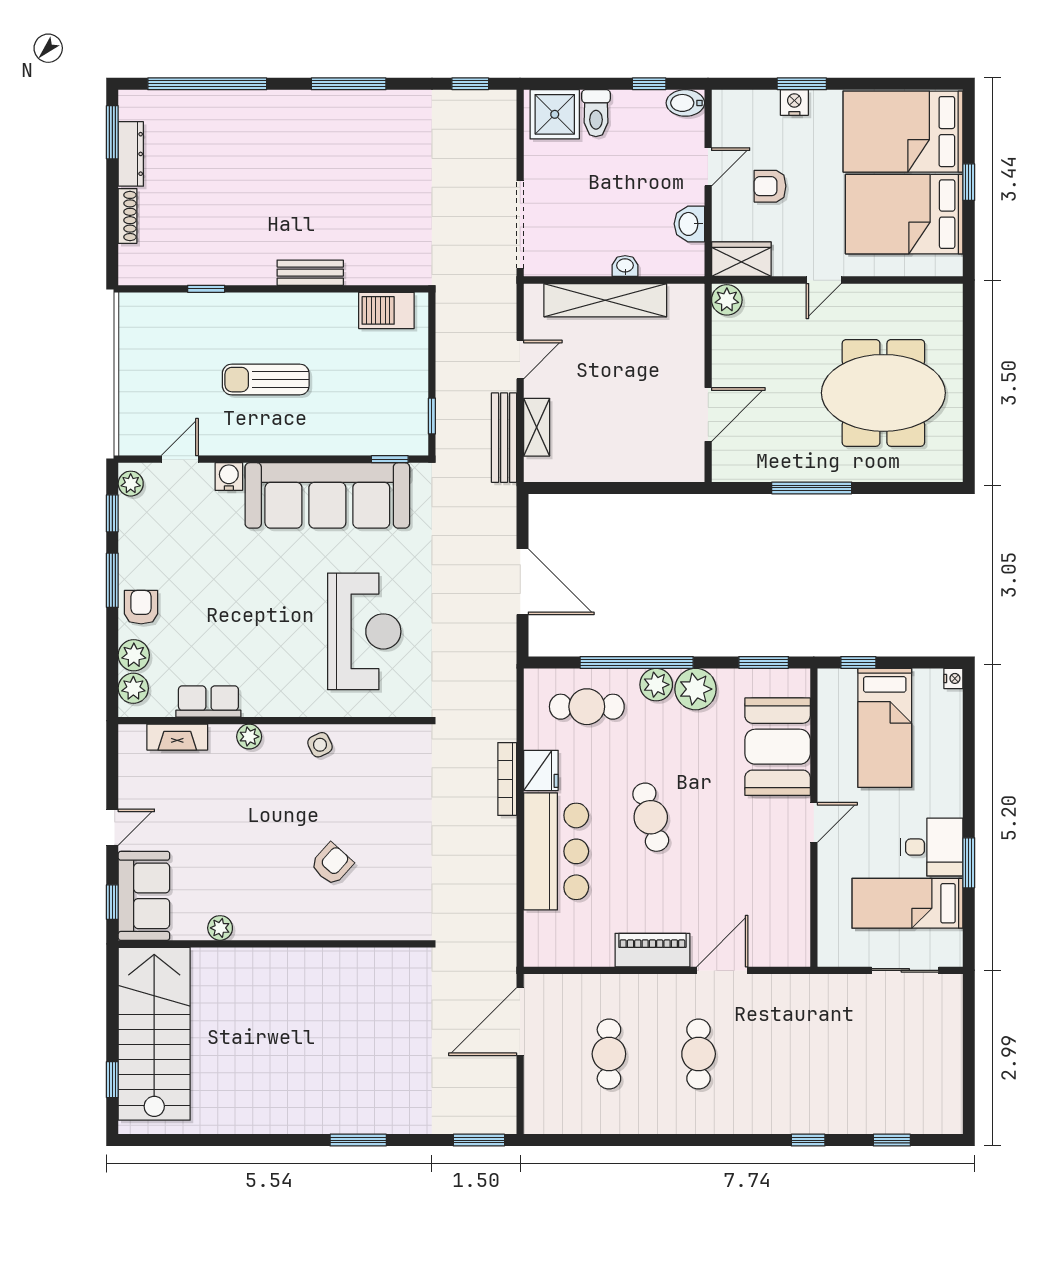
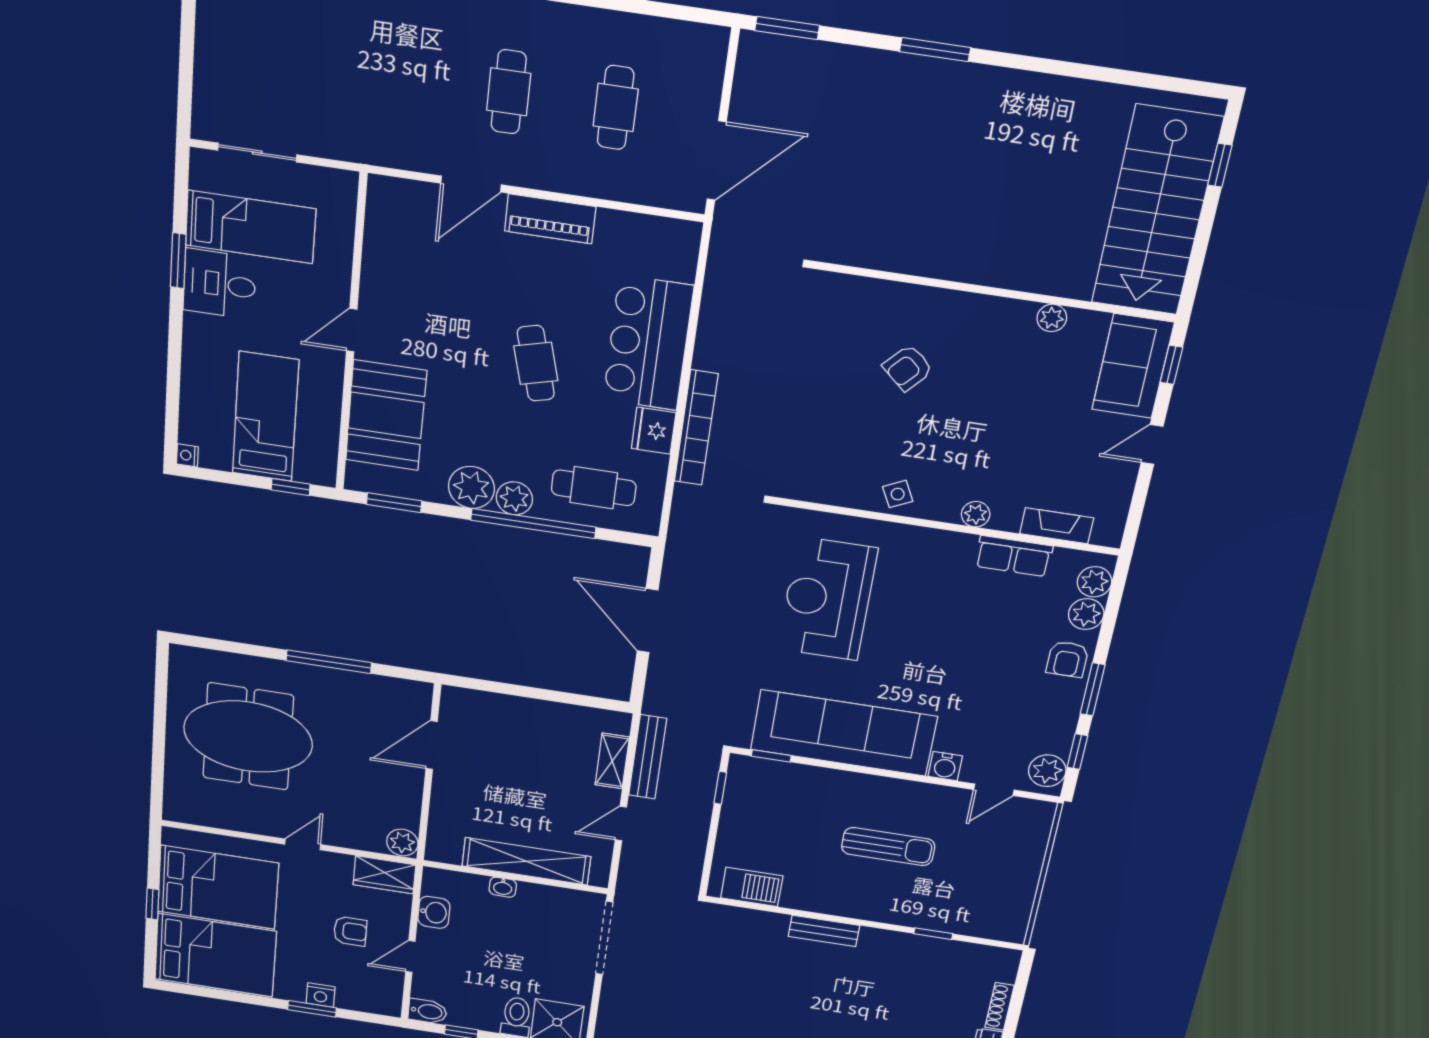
plant: (131, 484) -> (1047, 771), width x1.38, depth x1.38
bookcase: (507, 779) -> (696, 428), width x1.48, depth x1.31

